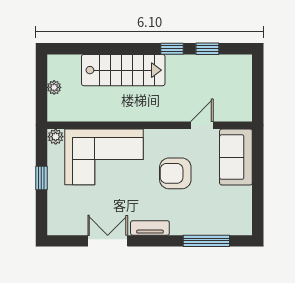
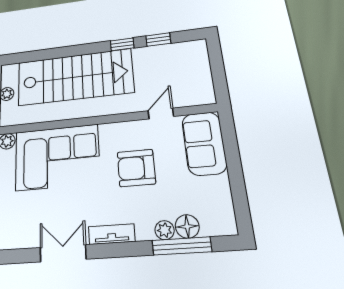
stairs: (123, 70) -> (75, 77), width x1.36, depth x1.51
floor lamp: (213, 226) -> (187, 226), added
plant: (194, 228) -> (165, 230), added

